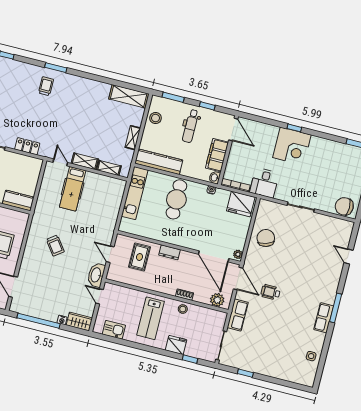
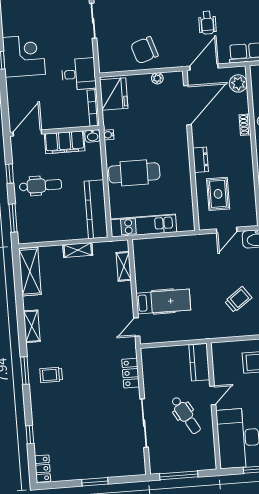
stool: (156, 118) -> (45, 231), removed
shelving: (85, 161) -> (32, 326), moved
plant: (238, 254) -> (157, 78), moved
rug: (140, 257) -> (218, 194), turned 90

